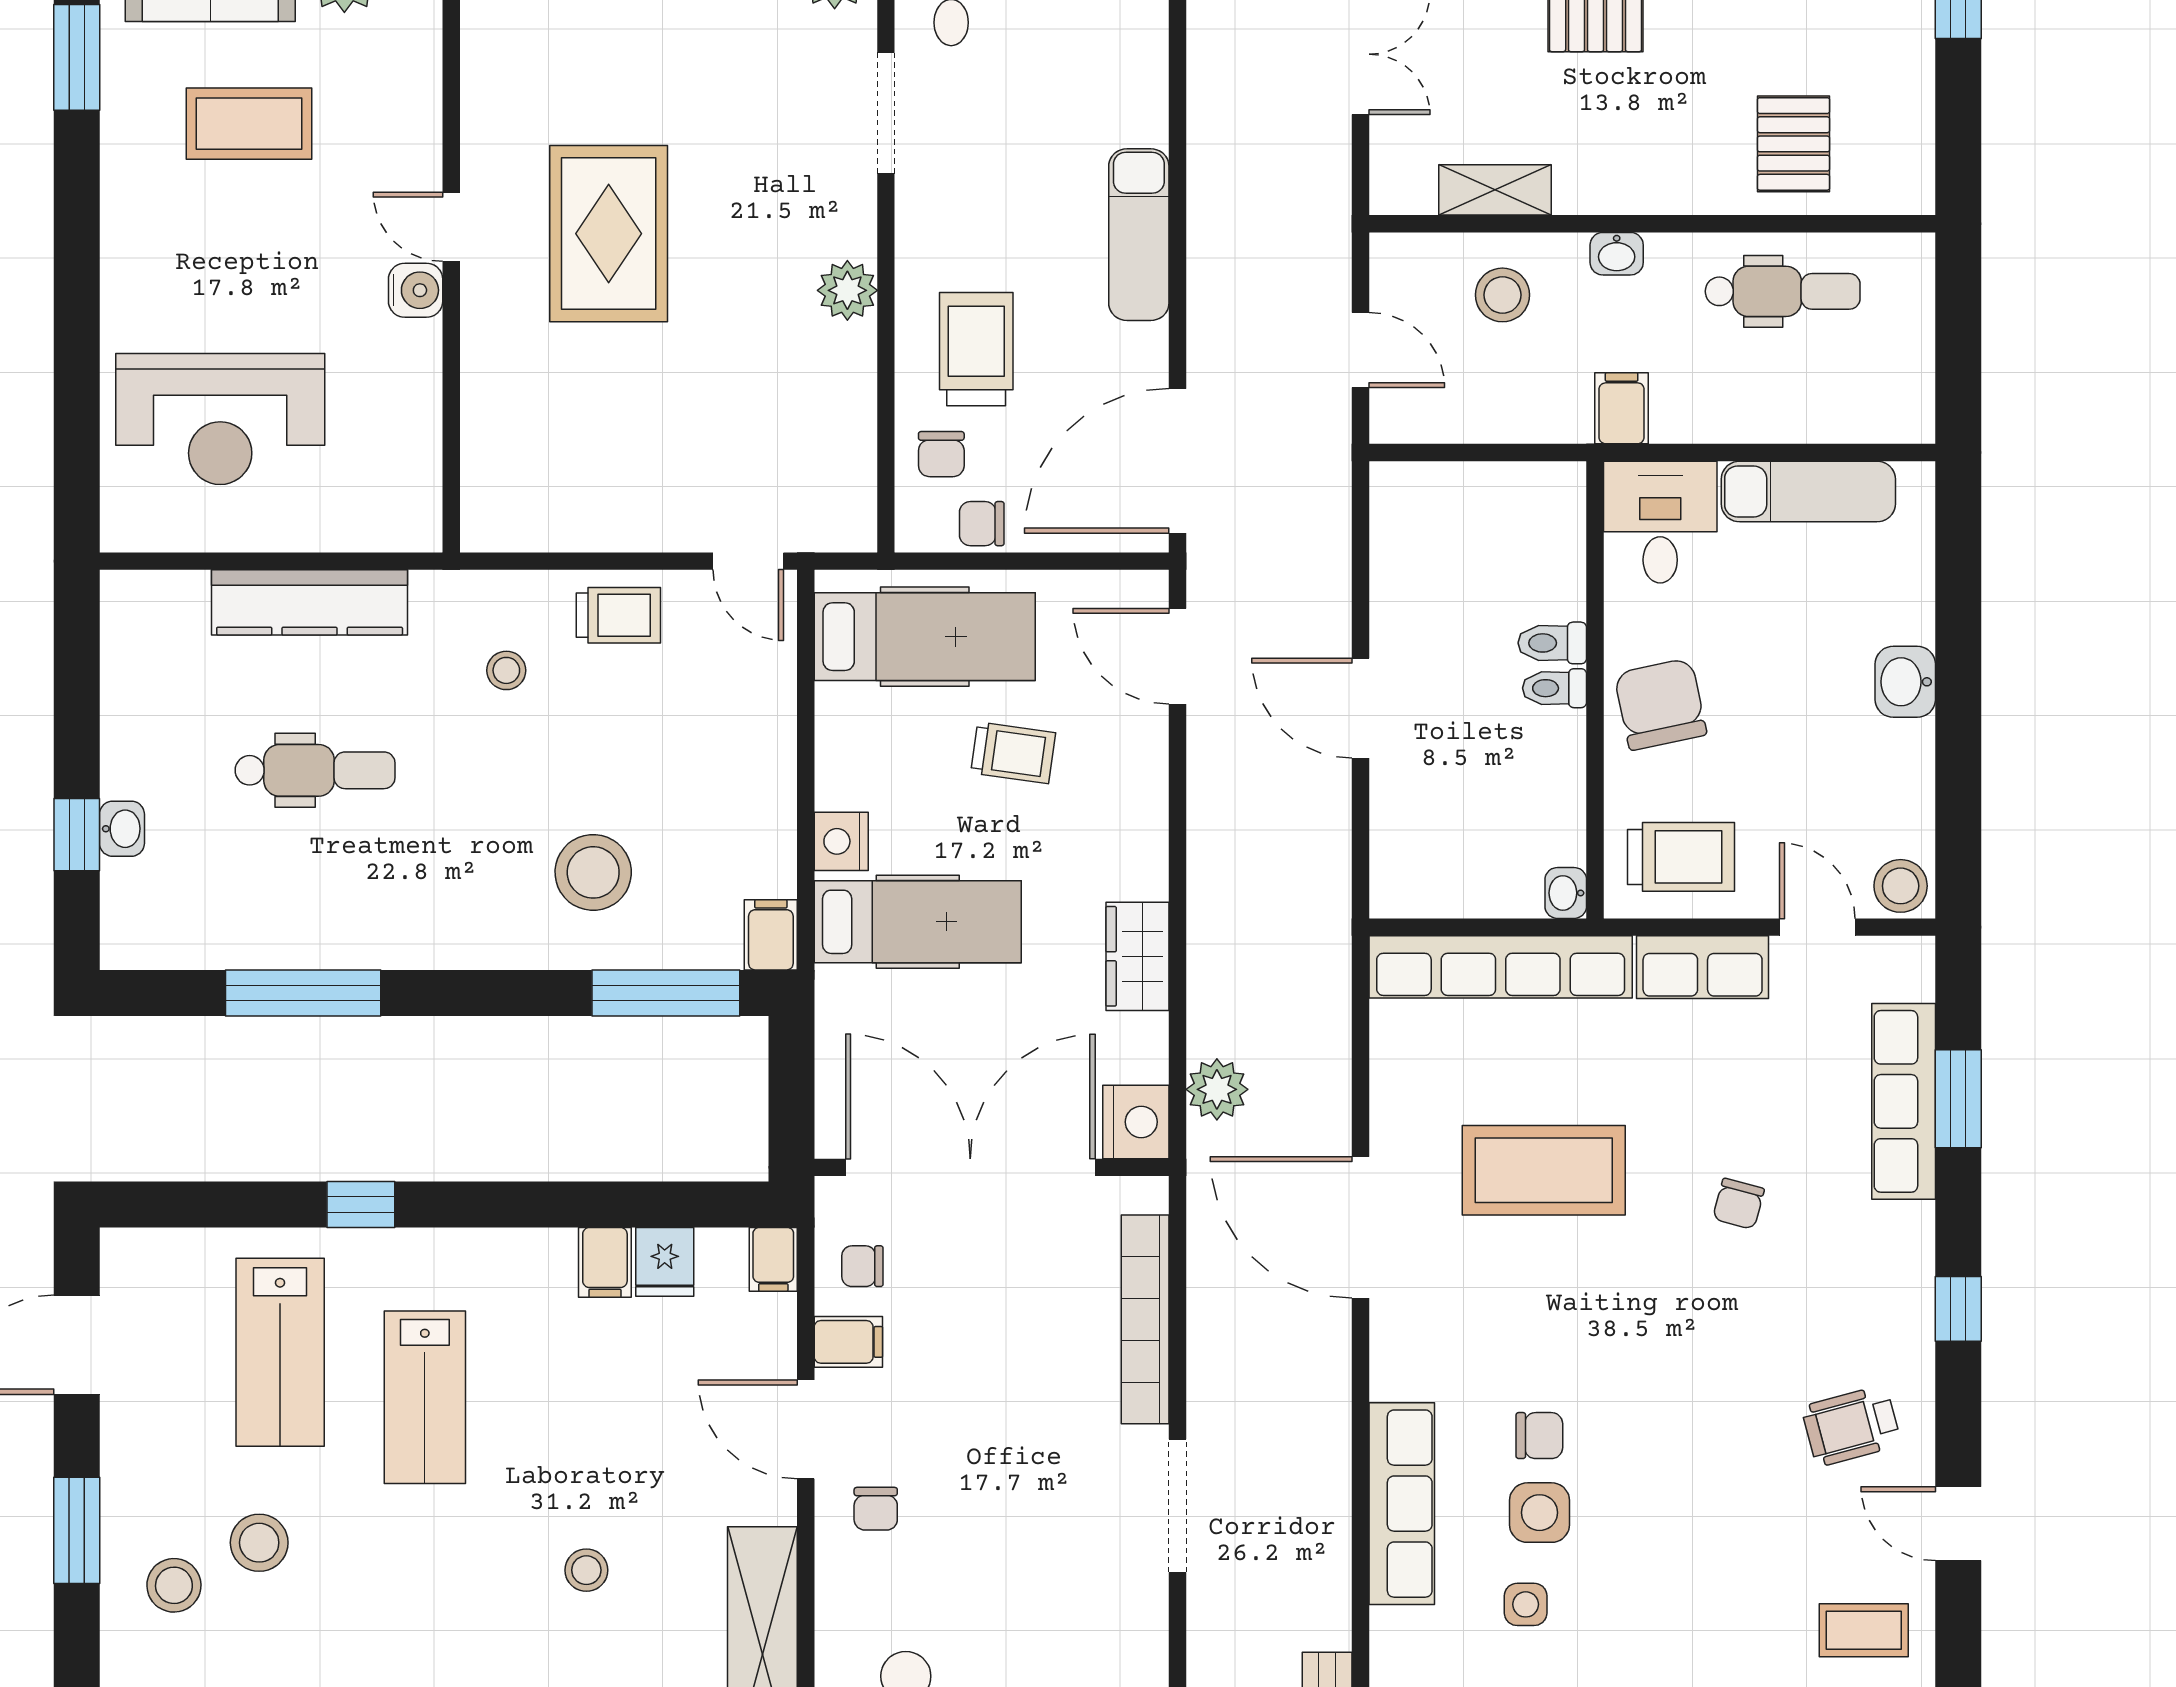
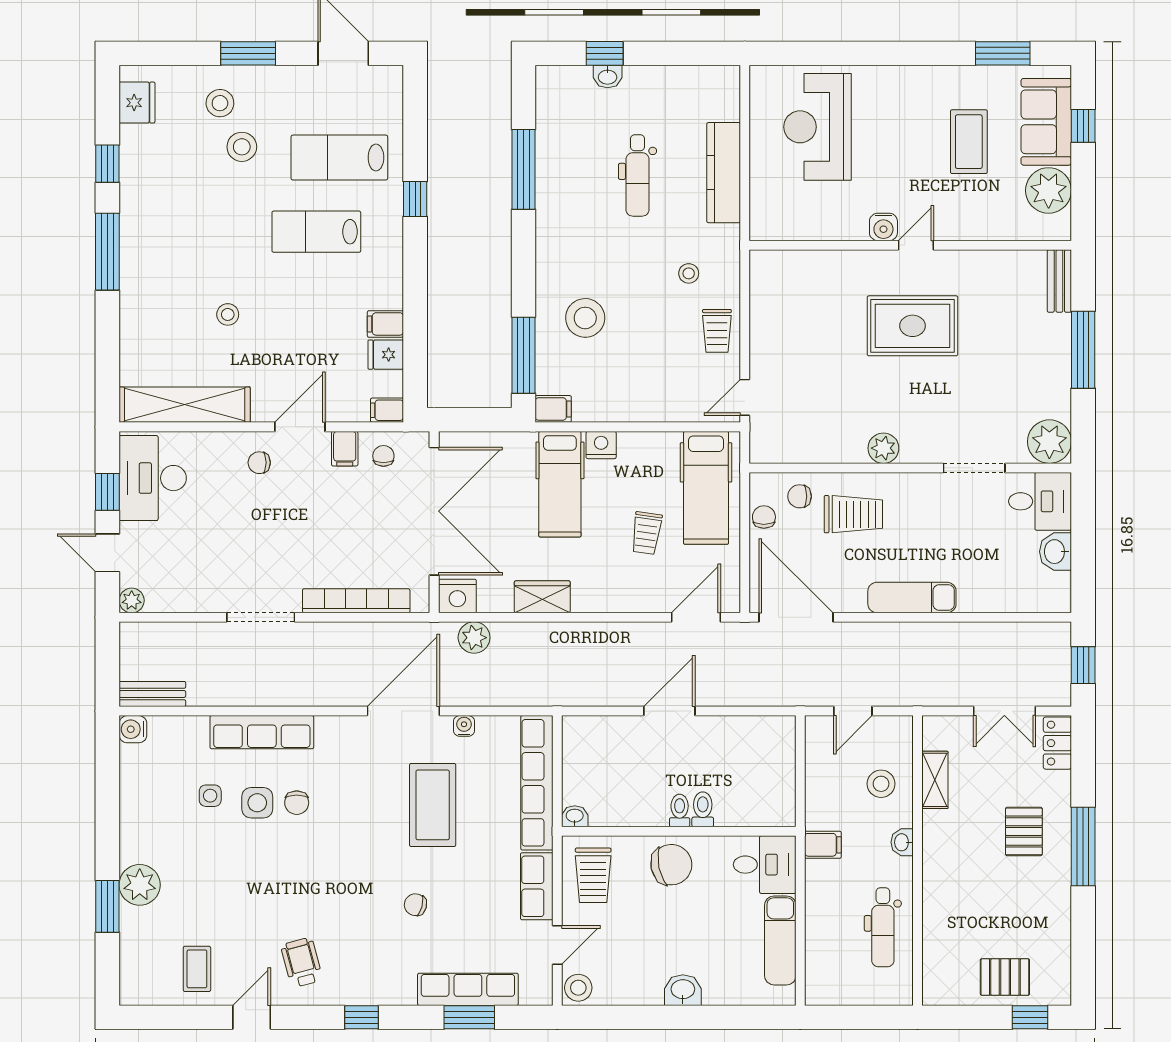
pallet: (1794, 144) -> (1005, 977), moved
water cooler: (1390, 1109) -> (464, 726), added

